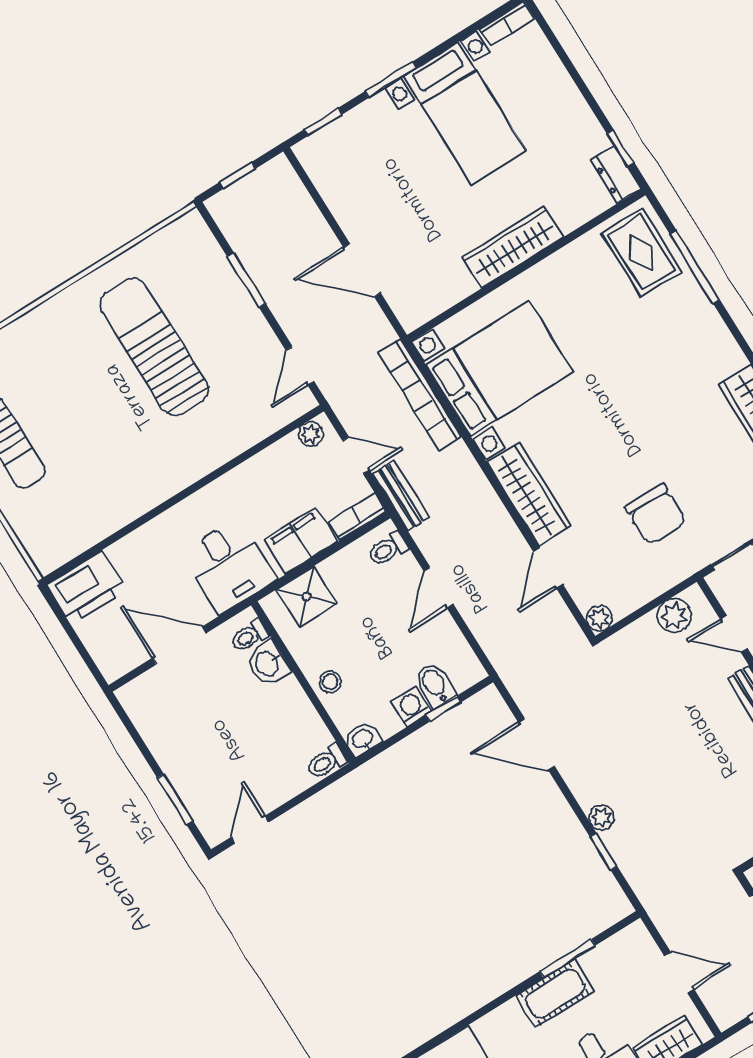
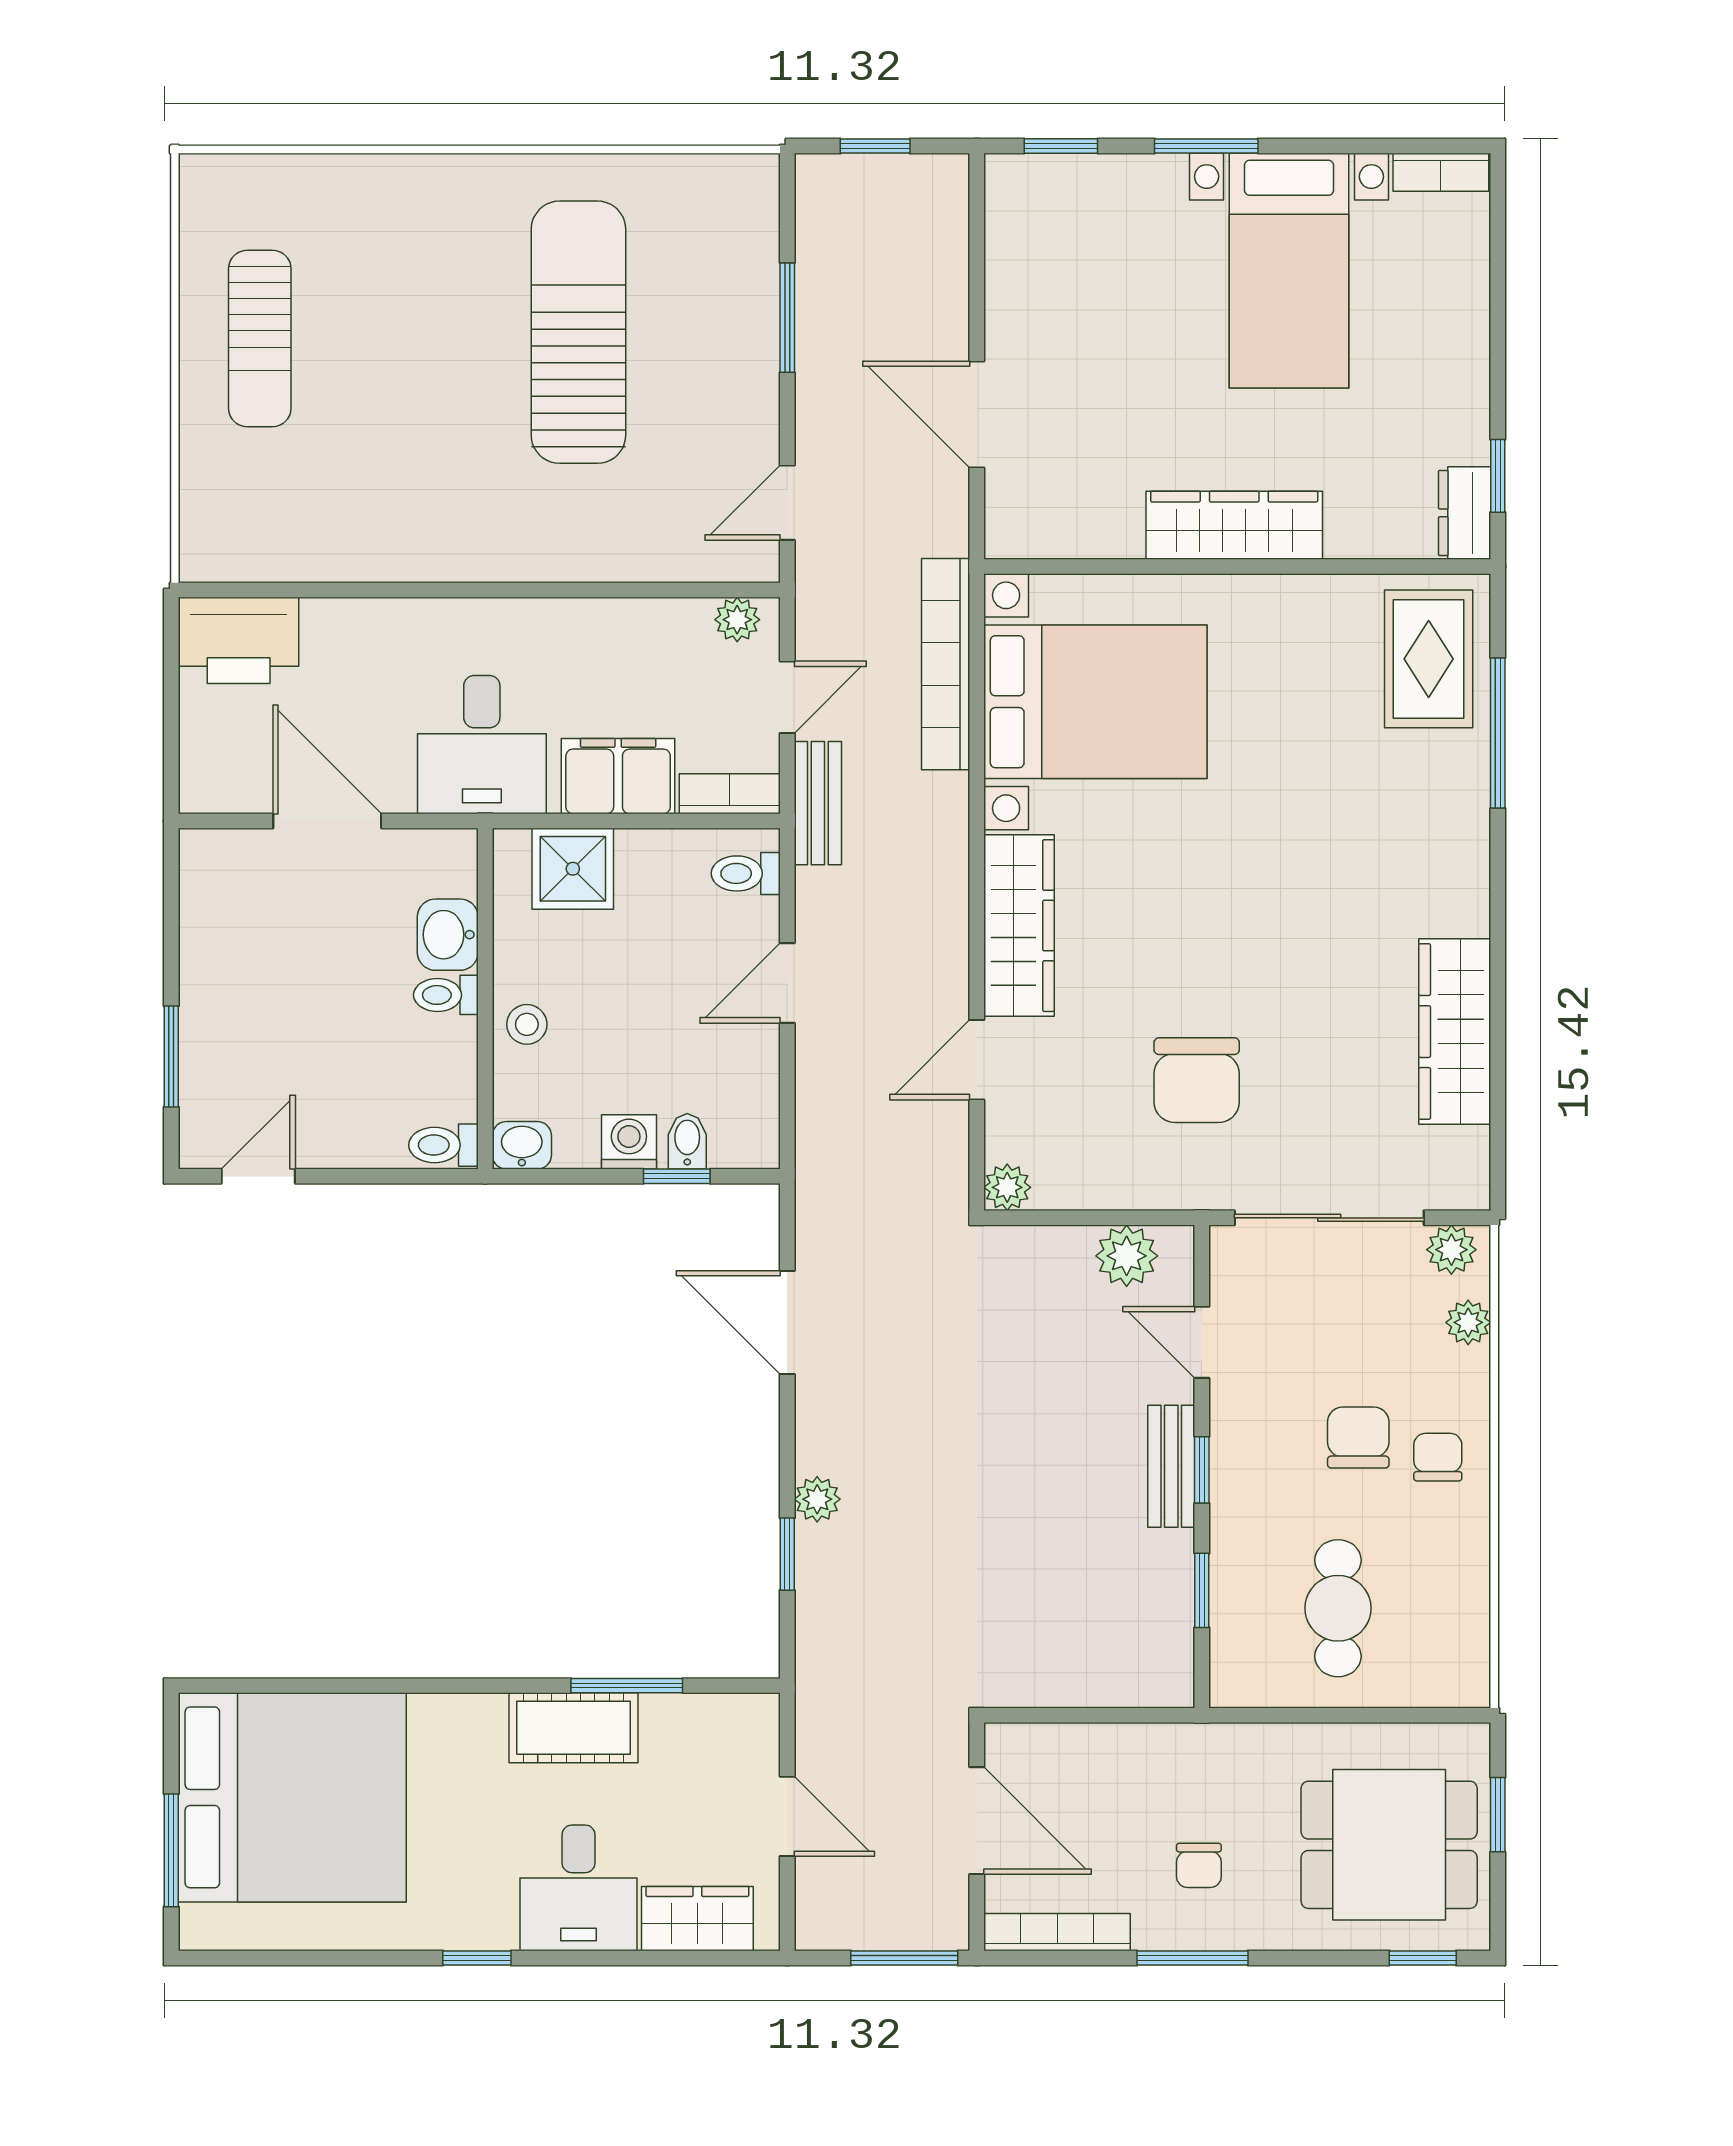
door: (356, 455) -> (787, 697), hinge flipped
toilet: (249, 636) -> (446, 995), moved
bidet: (435, 685) -> (687, 1141), width x0.72, depth x0.74

